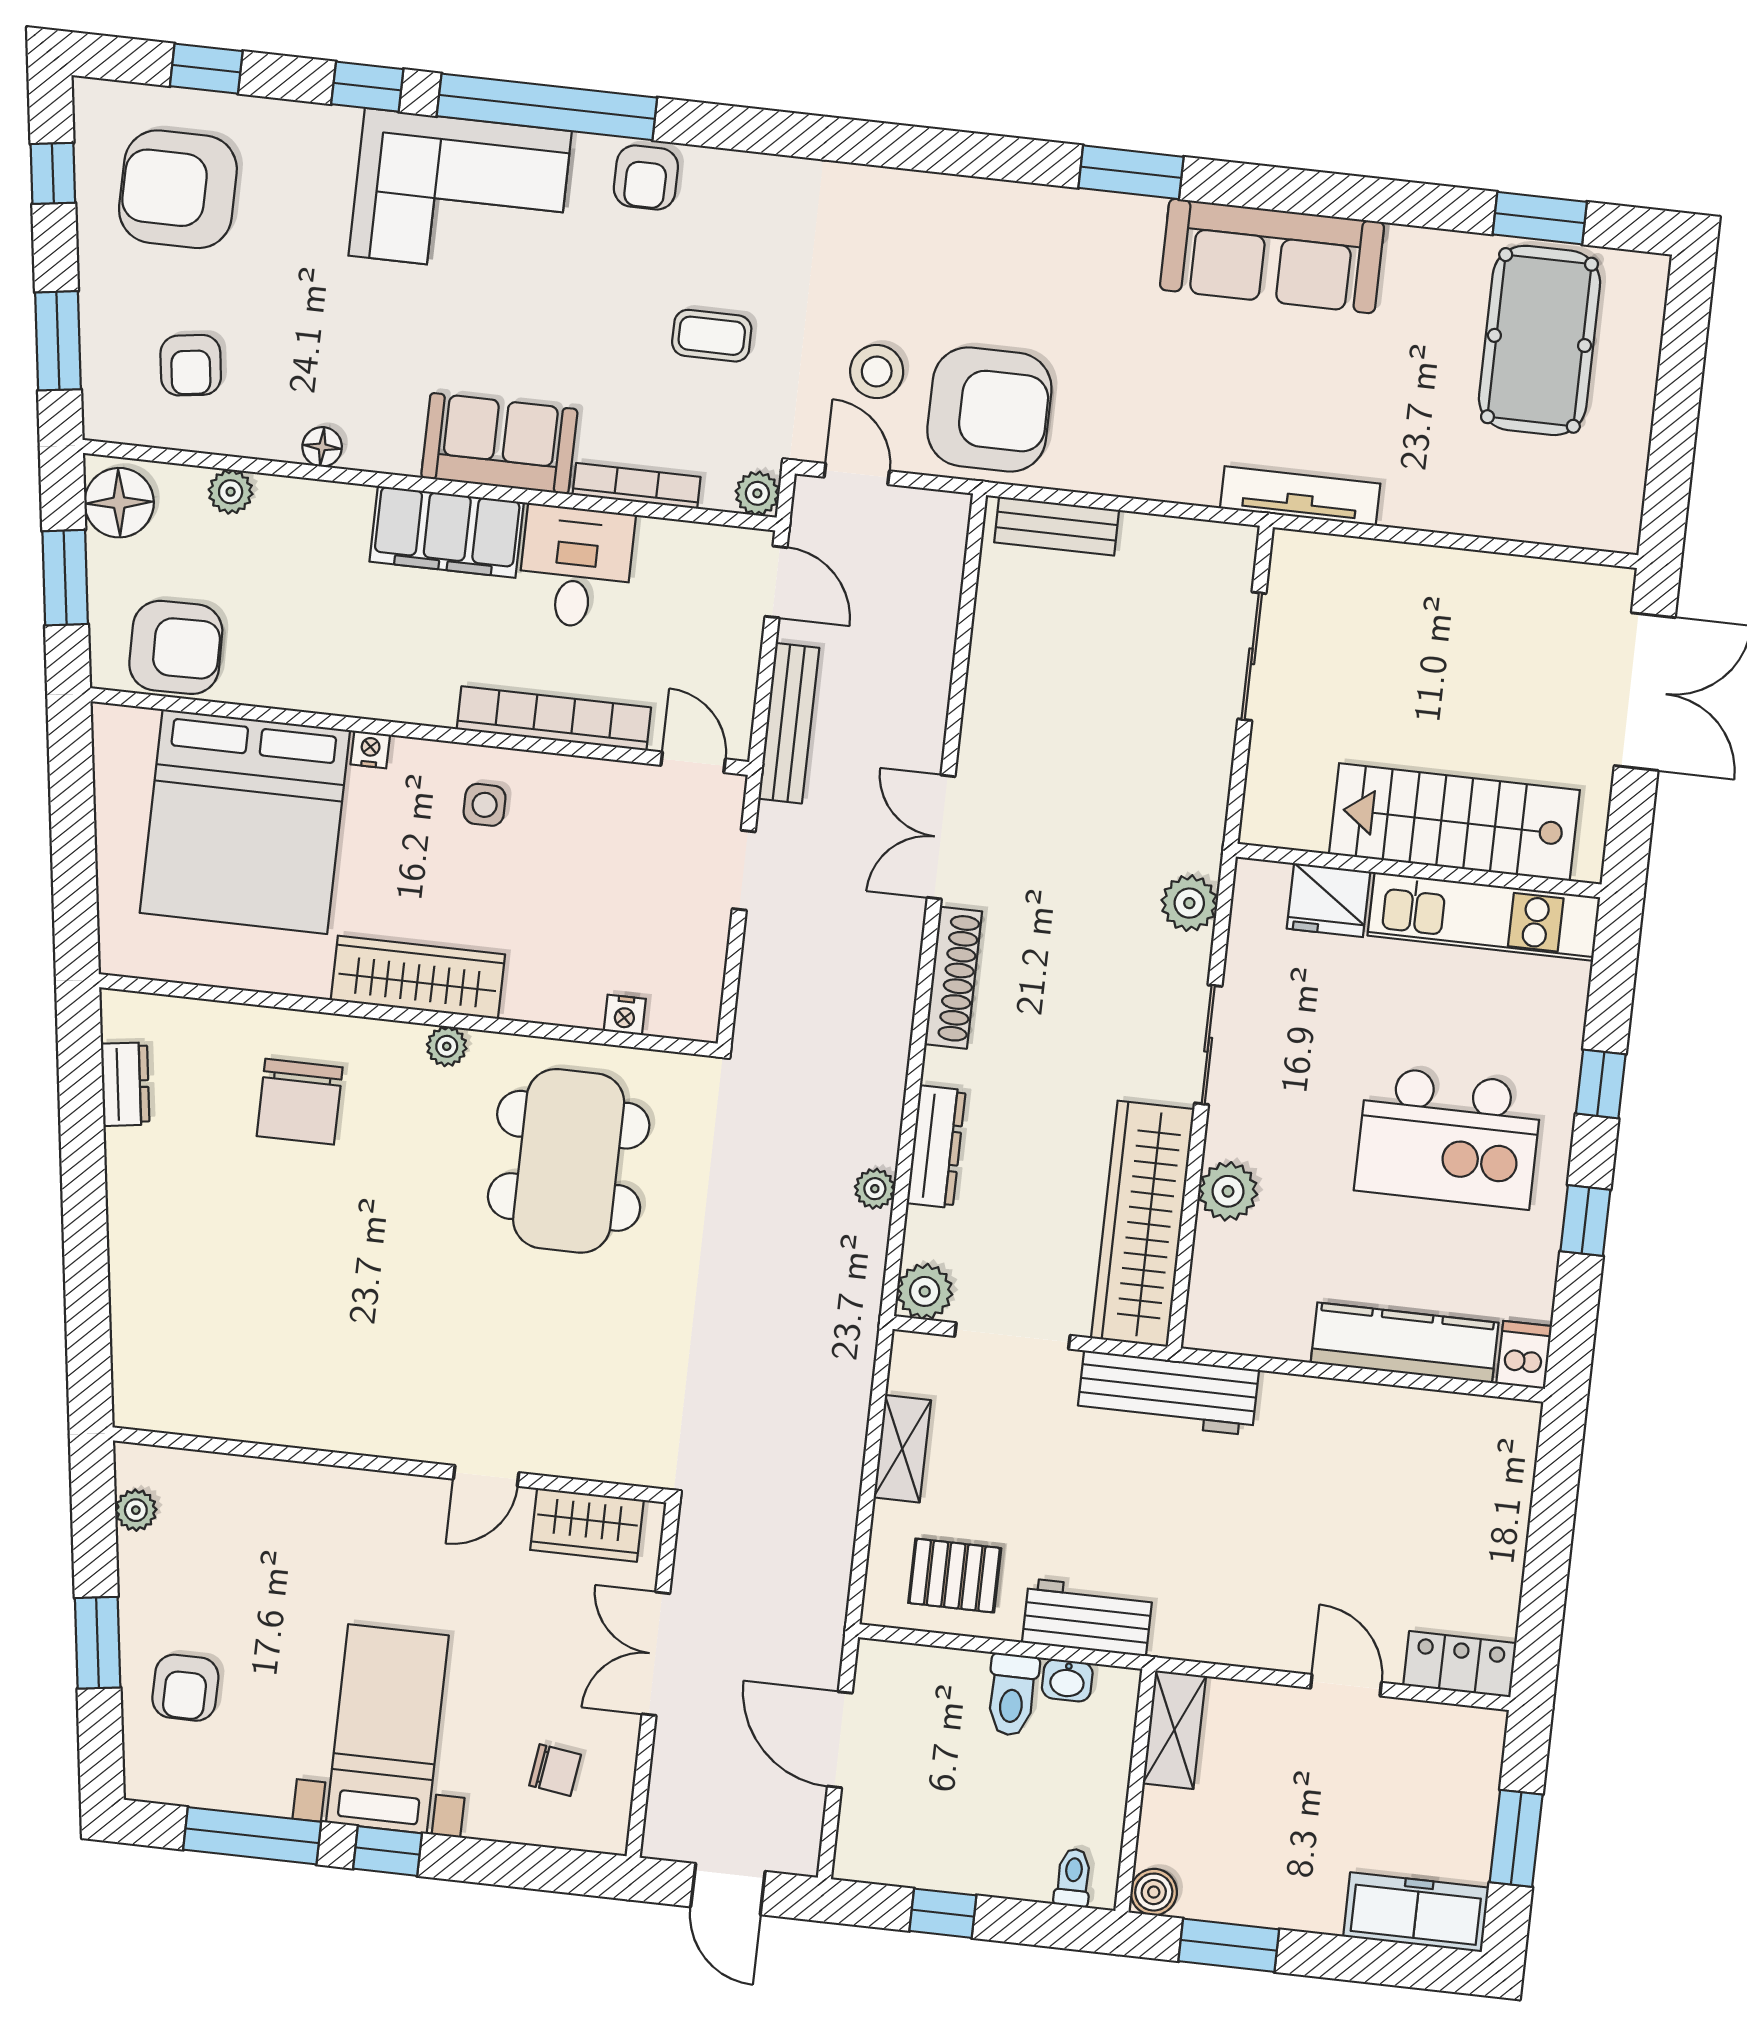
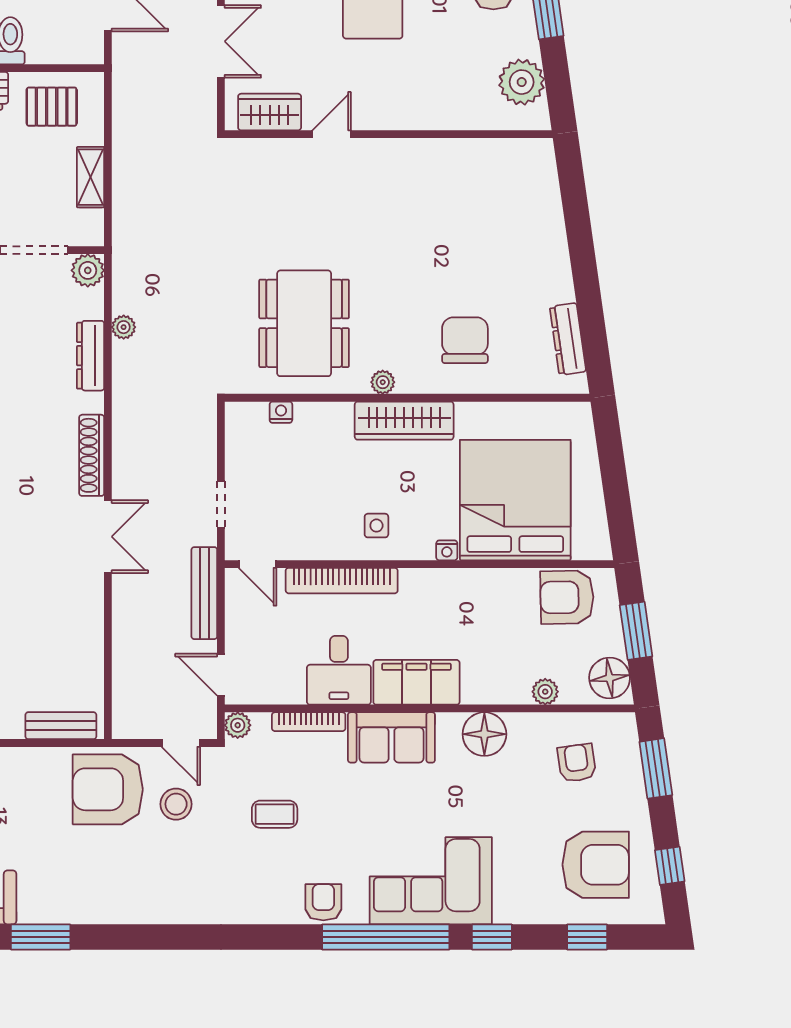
floor lamp: (322, 447) -> (484, 734), width x1.89, depth x1.89
dresser: (125, 1084) -> (568, 339), width x1.44
plant: (136, 1510) -> (522, 82), width x1.87, depth x1.87

